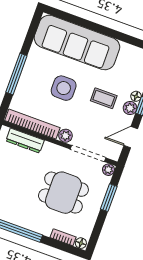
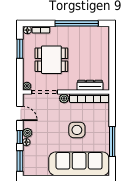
window: (16, 74) -> (112, 141), moved
coffee table: (104, 98) -> (47, 133), removed
door: (131, 137) -> (20, 113), hinge flipped
window: (109, 198) -> (20, 49), moved

